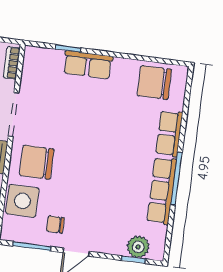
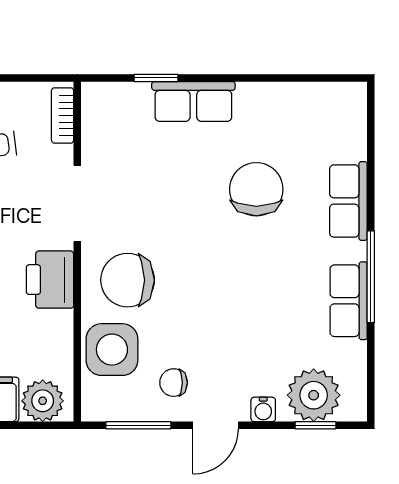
chair: (154, 82) -> (256, 189), moved, turned 90
row of seats: (162, 191) -> (349, 301), width x0.68
water cooler: (105, 247) -> (263, 409), added
plant: (138, 247) -> (314, 395), width x1.36, depth x1.36

